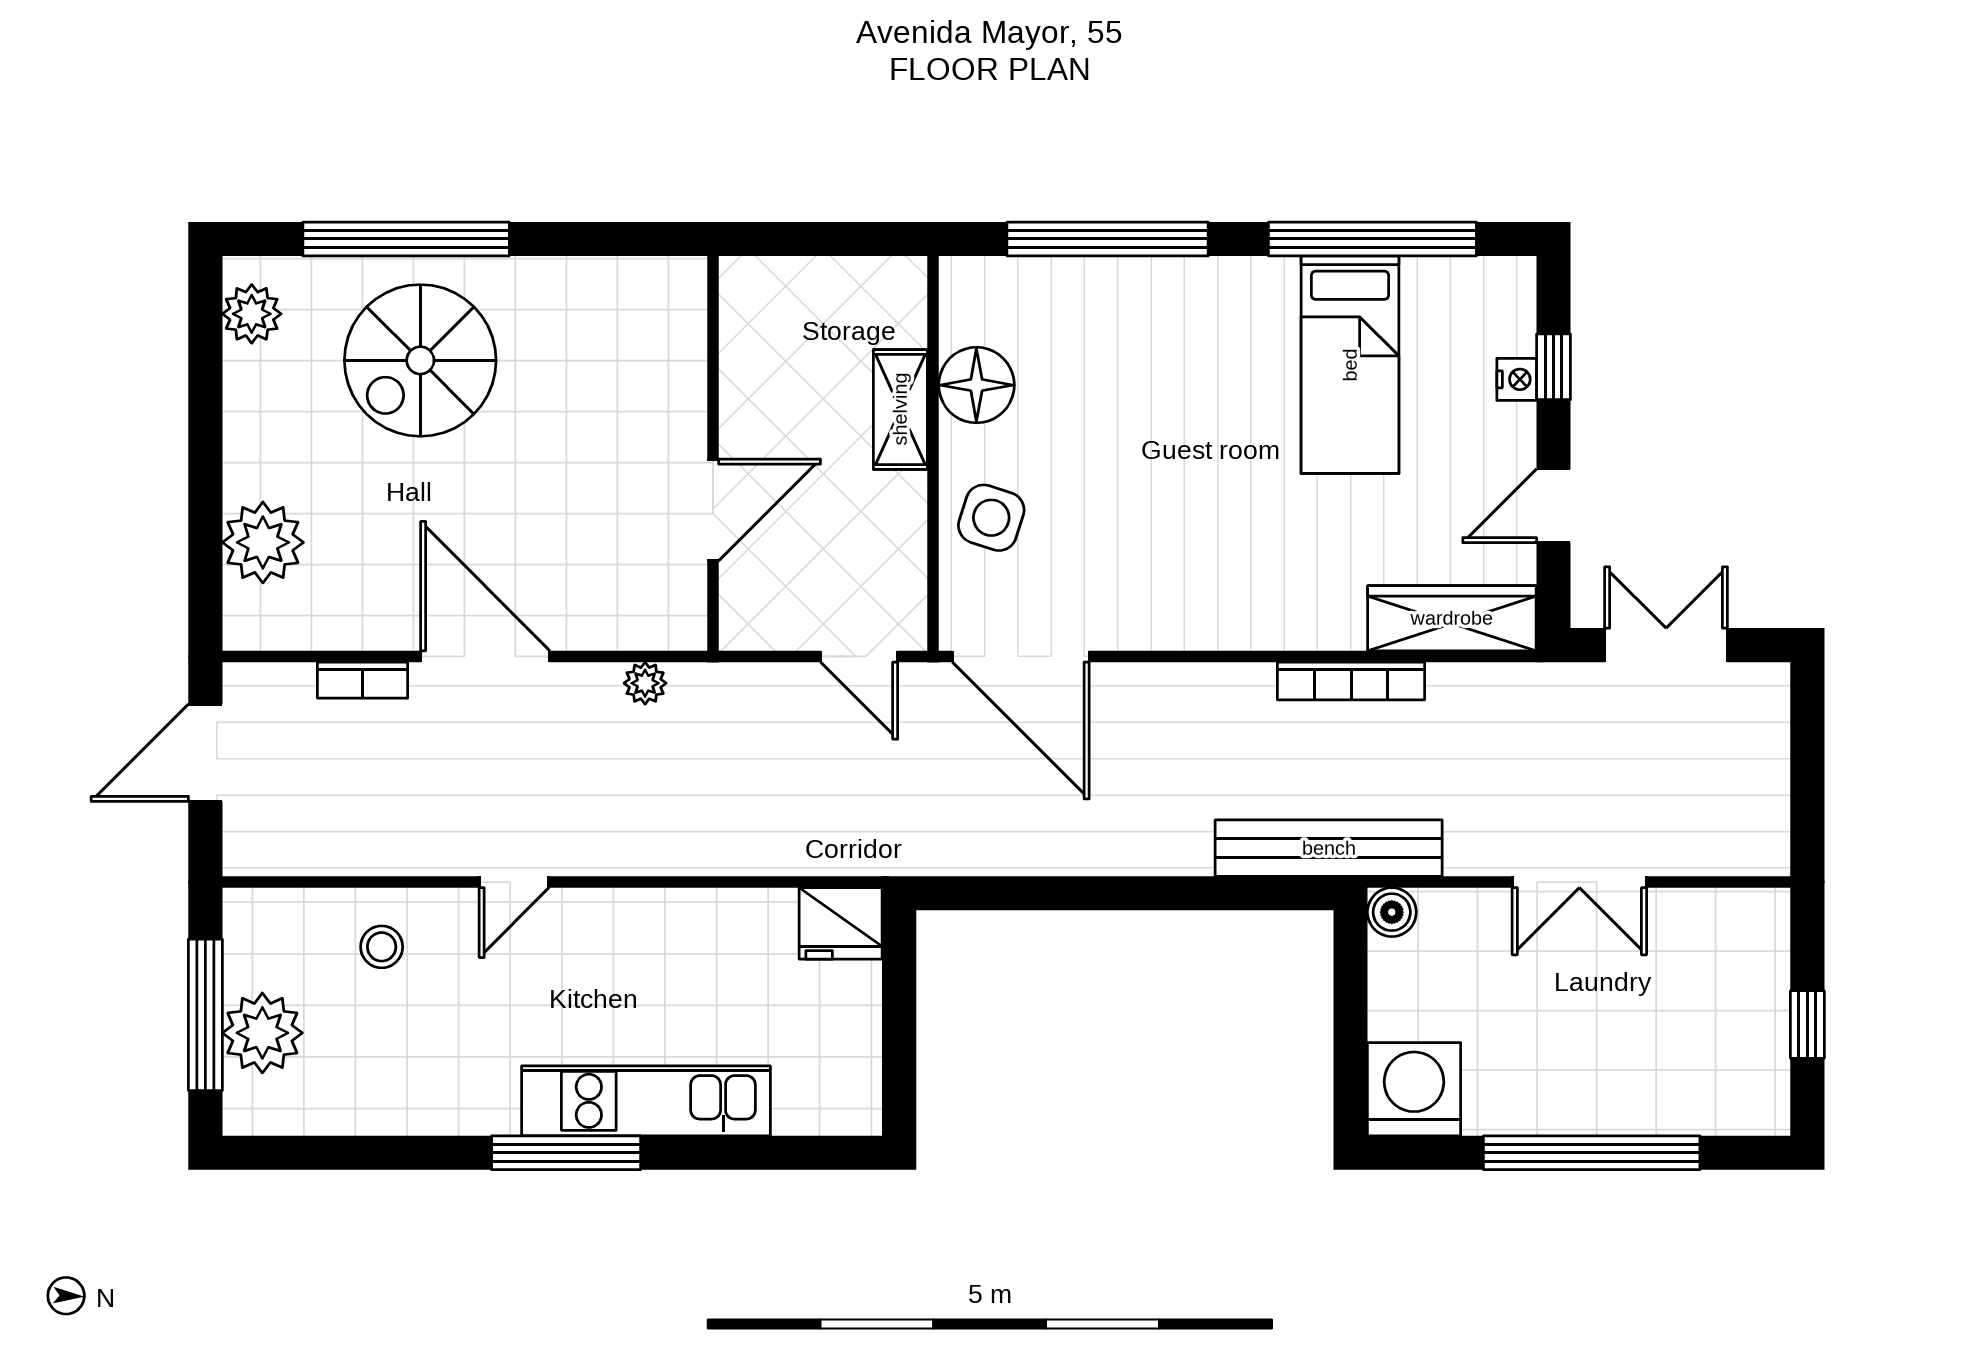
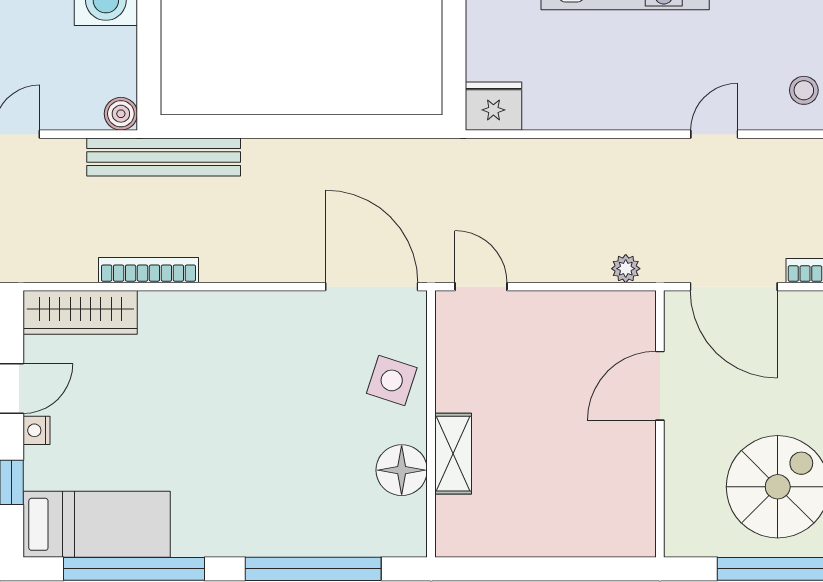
bed: (1350, 365) -> (97, 524), moved, turned 90
nightstand: (1517, 379) -> (36, 430), moved
wall: (713, 453) -> (660, 424), moved
door: (713, 510) -> (660, 386), moved

